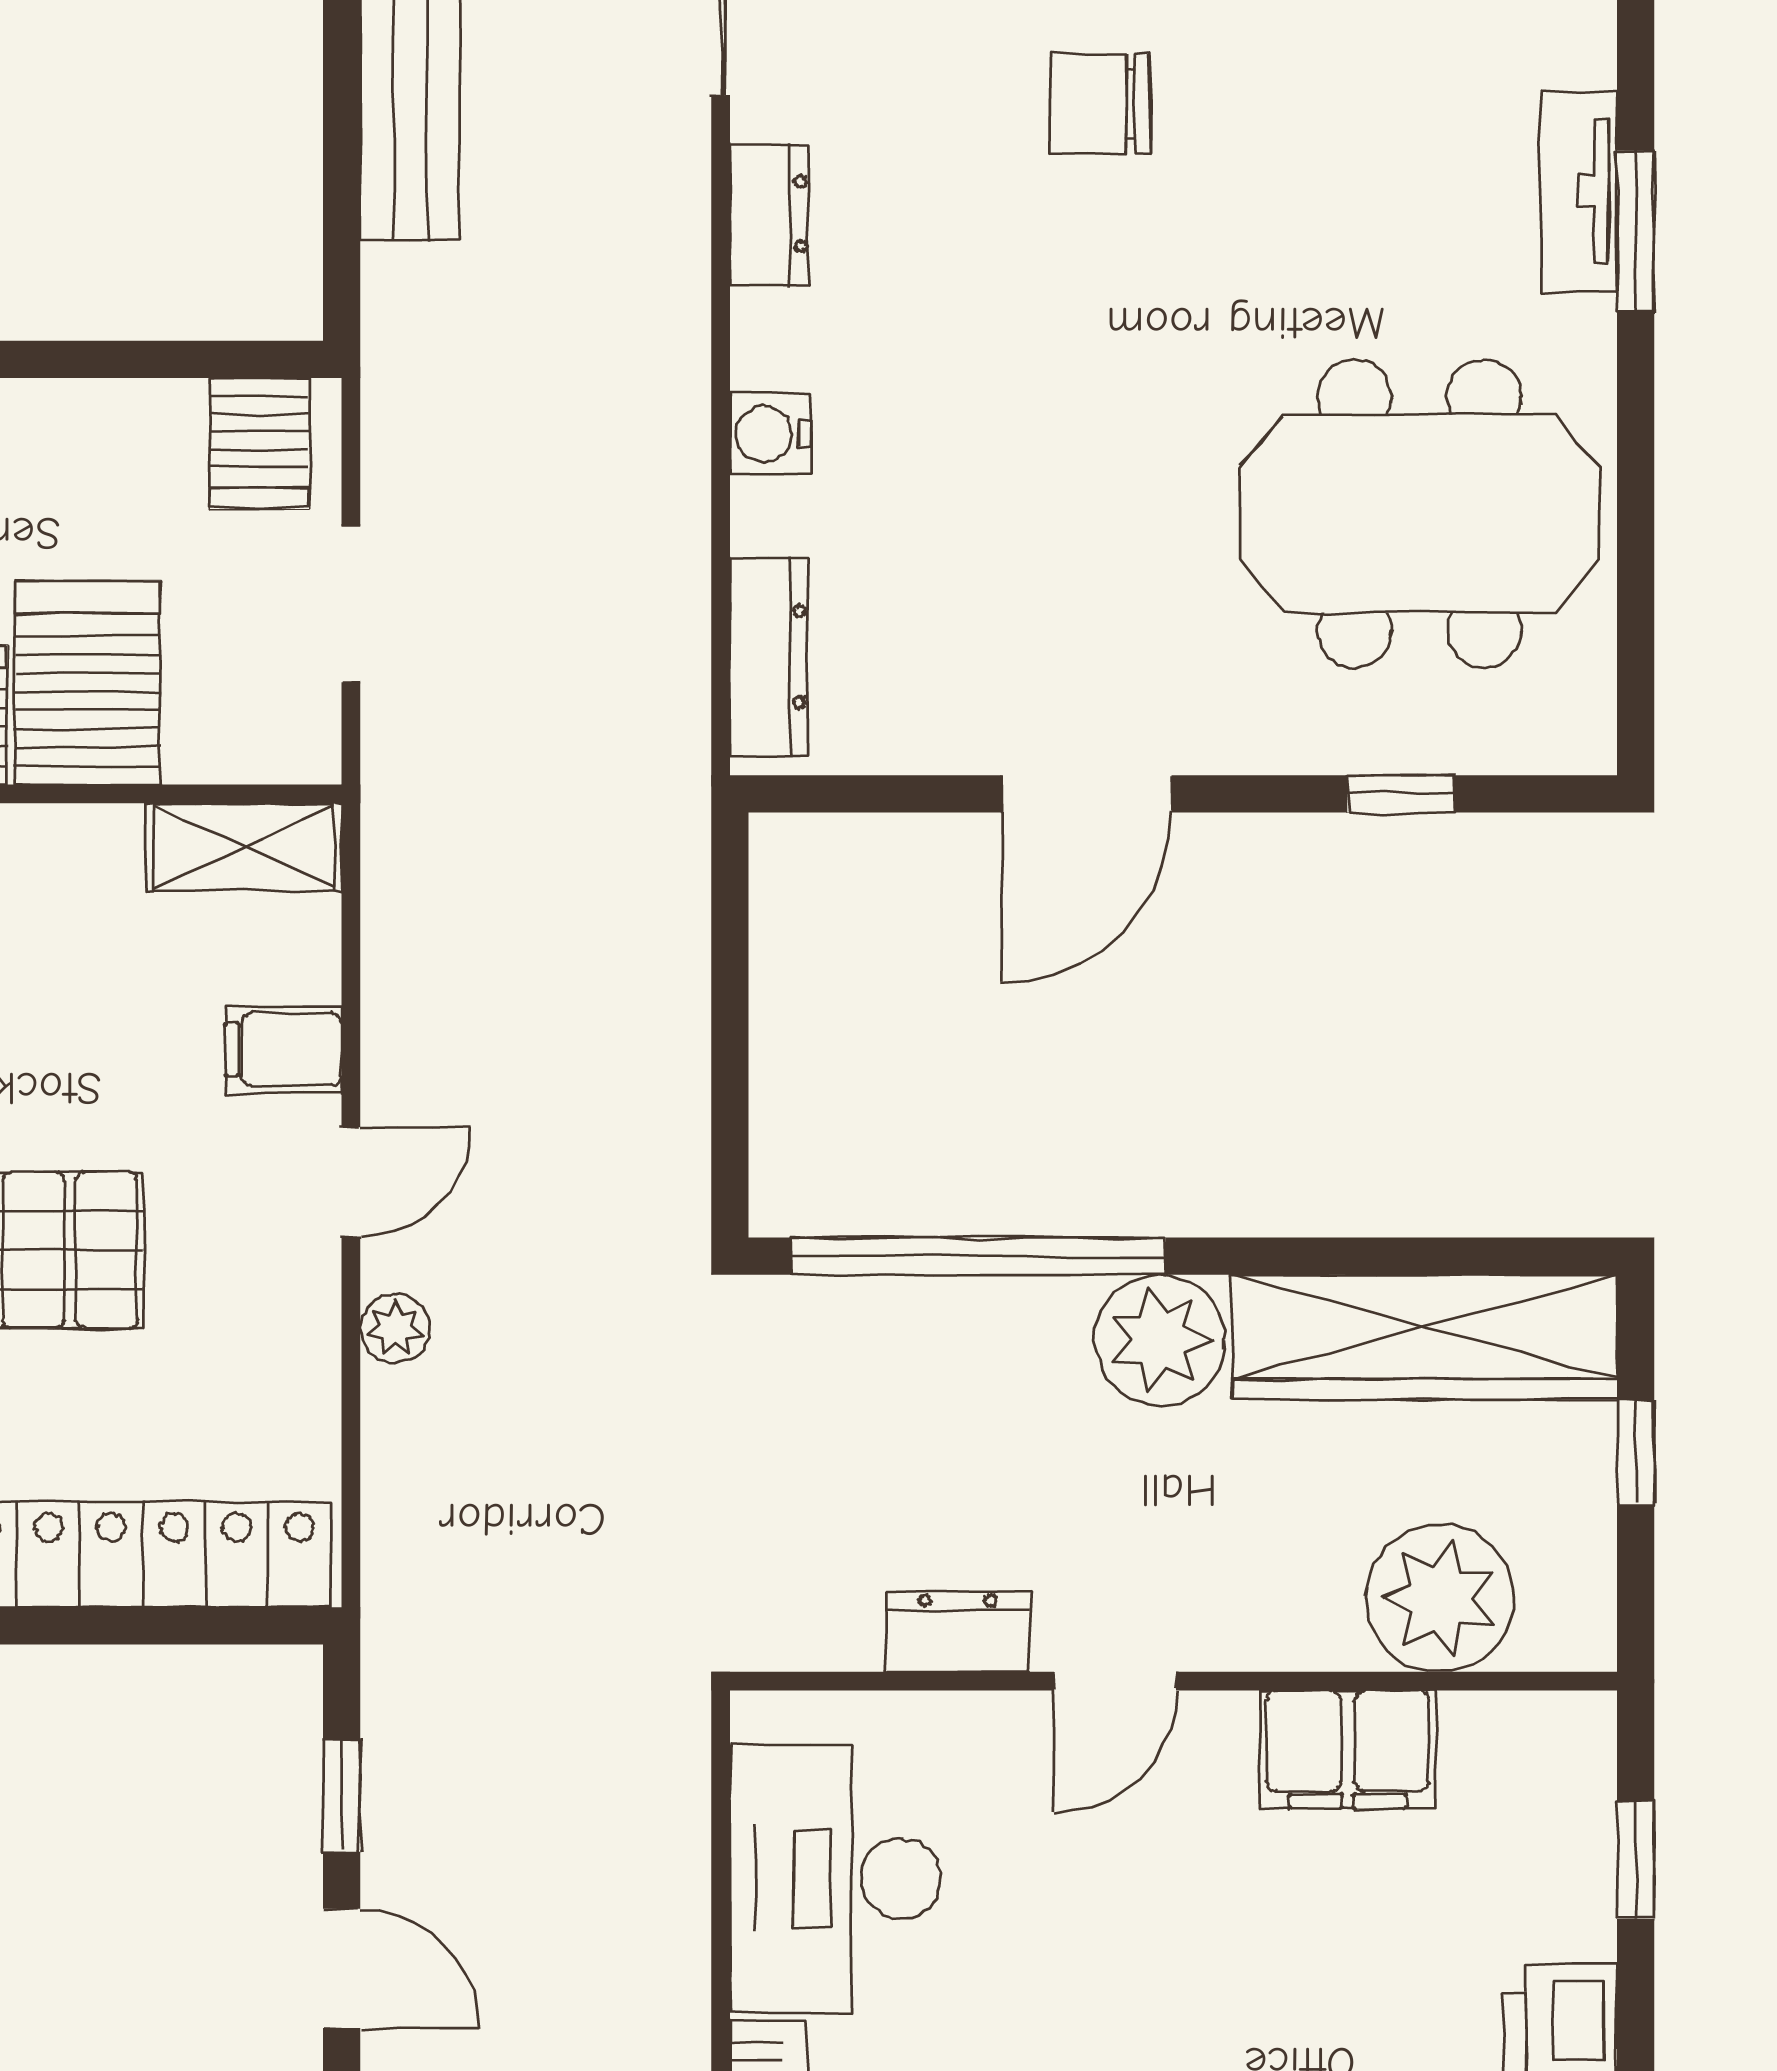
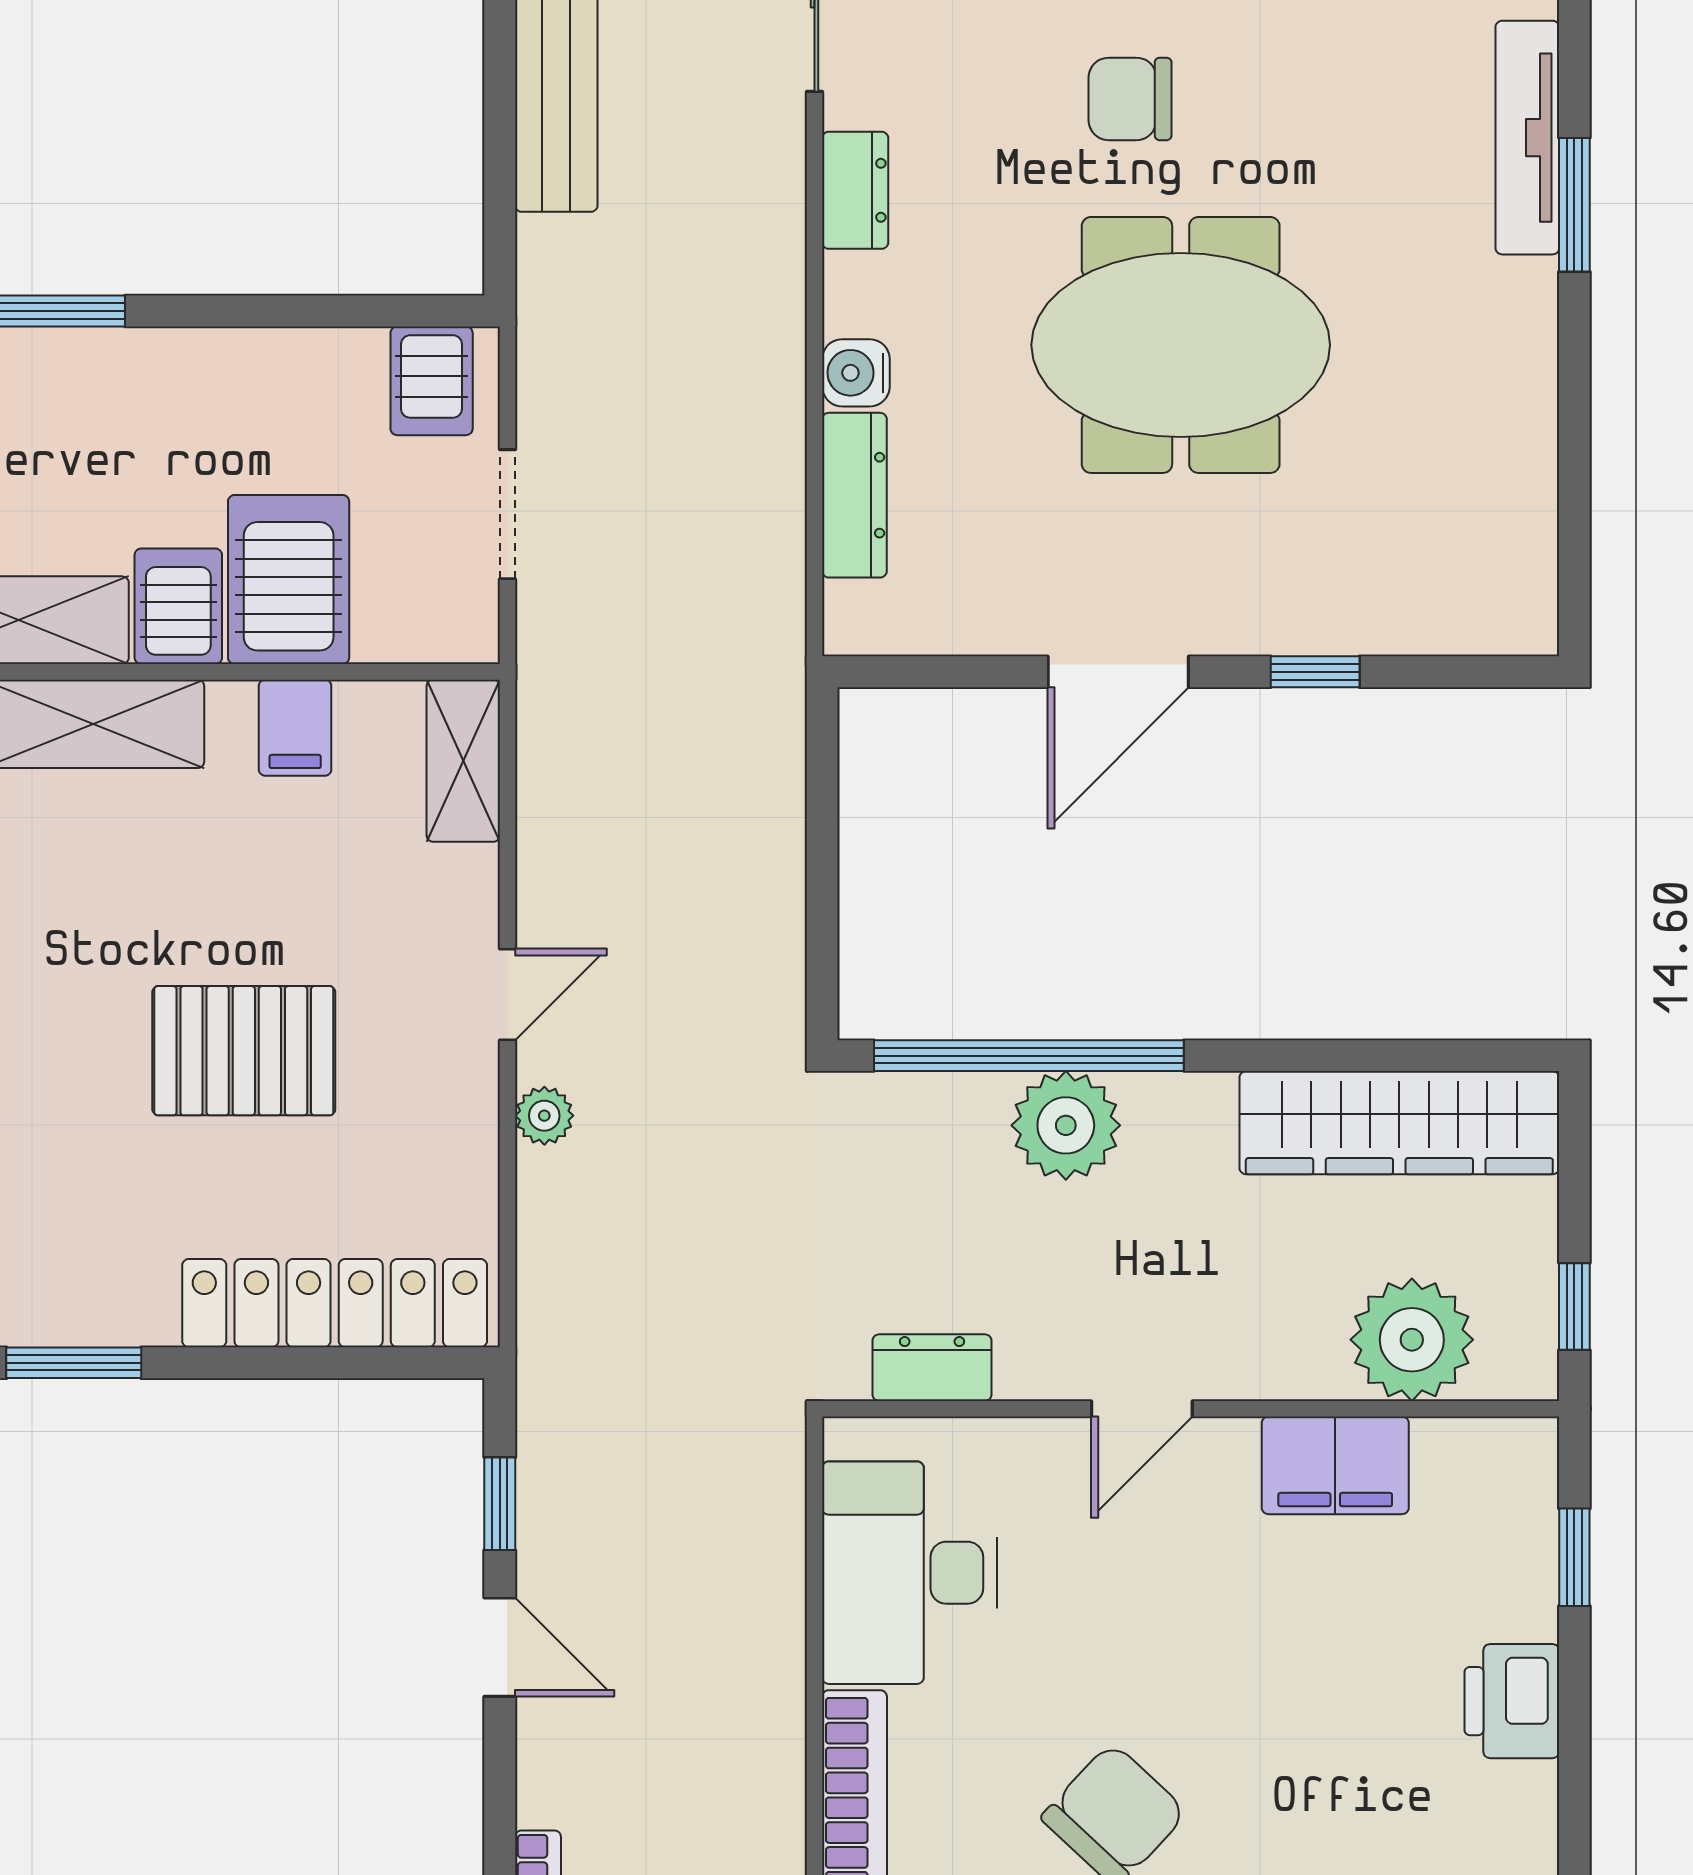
tv unit: (1579, 191) -> (1527, 138), width x1.41
meeting table: (1420, 514) -> (1181, 345), moved
dresser: (769, 657) -> (854, 495), moved
window: (1401, 794) -> (1315, 672), moved
shelving: (244, 847) -> (463, 761), moved, turned 90
filing cabinet: (284, 1050) -> (295, 728), moved, turned -90
plant: (1160, 1340) -> (1066, 1125), moved
window: (1636, 1453) -> (1574, 1307), moved
dresser: (958, 1632) -> (932, 1368), moved

